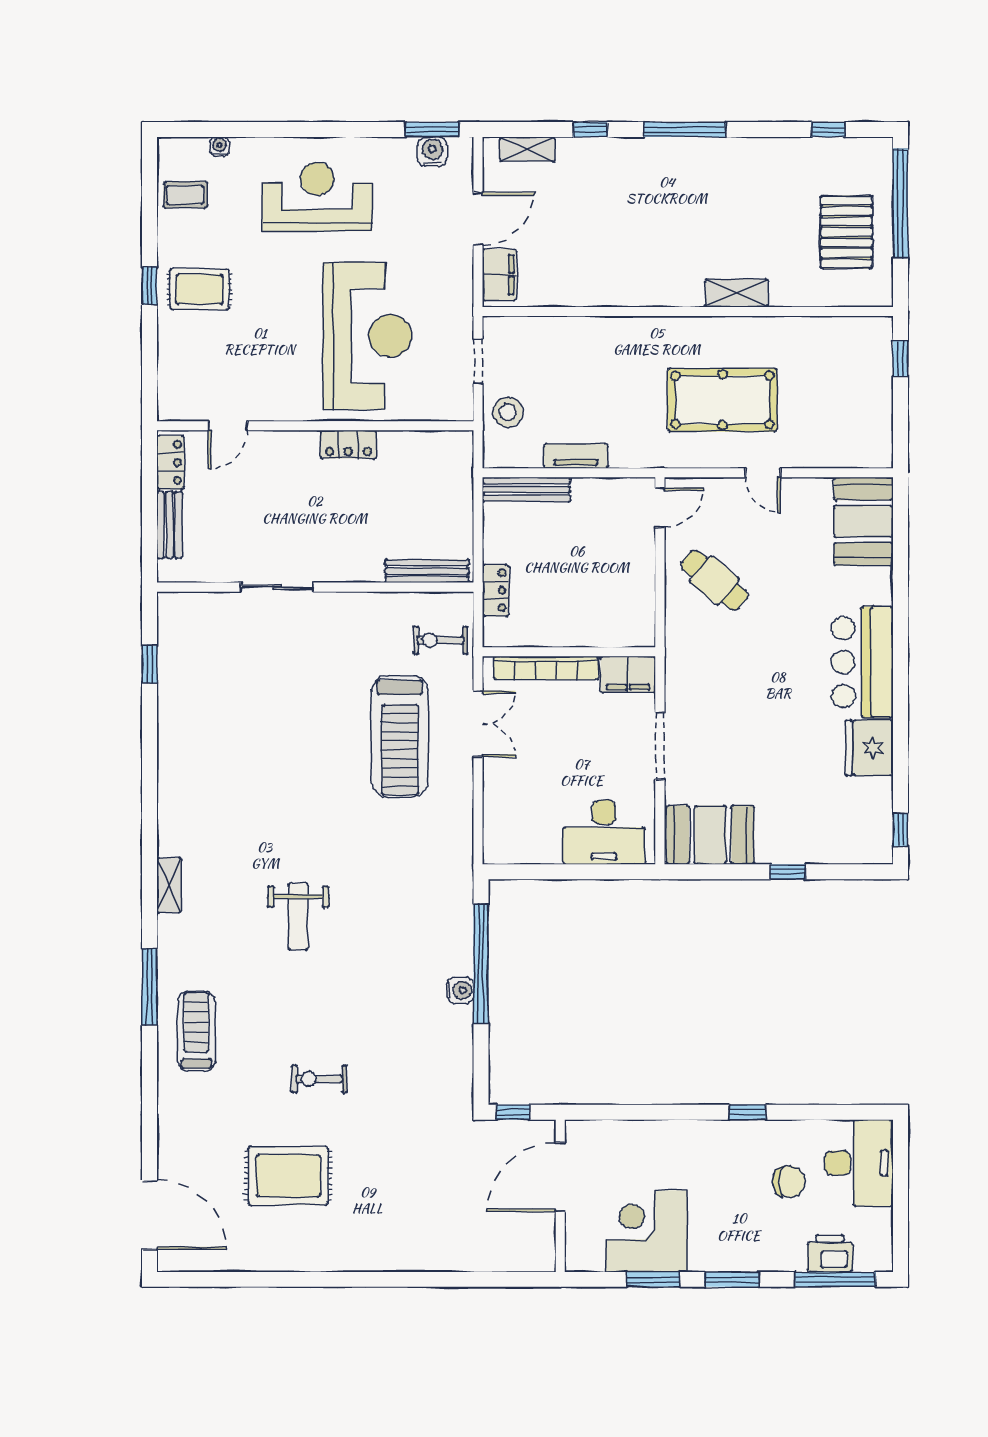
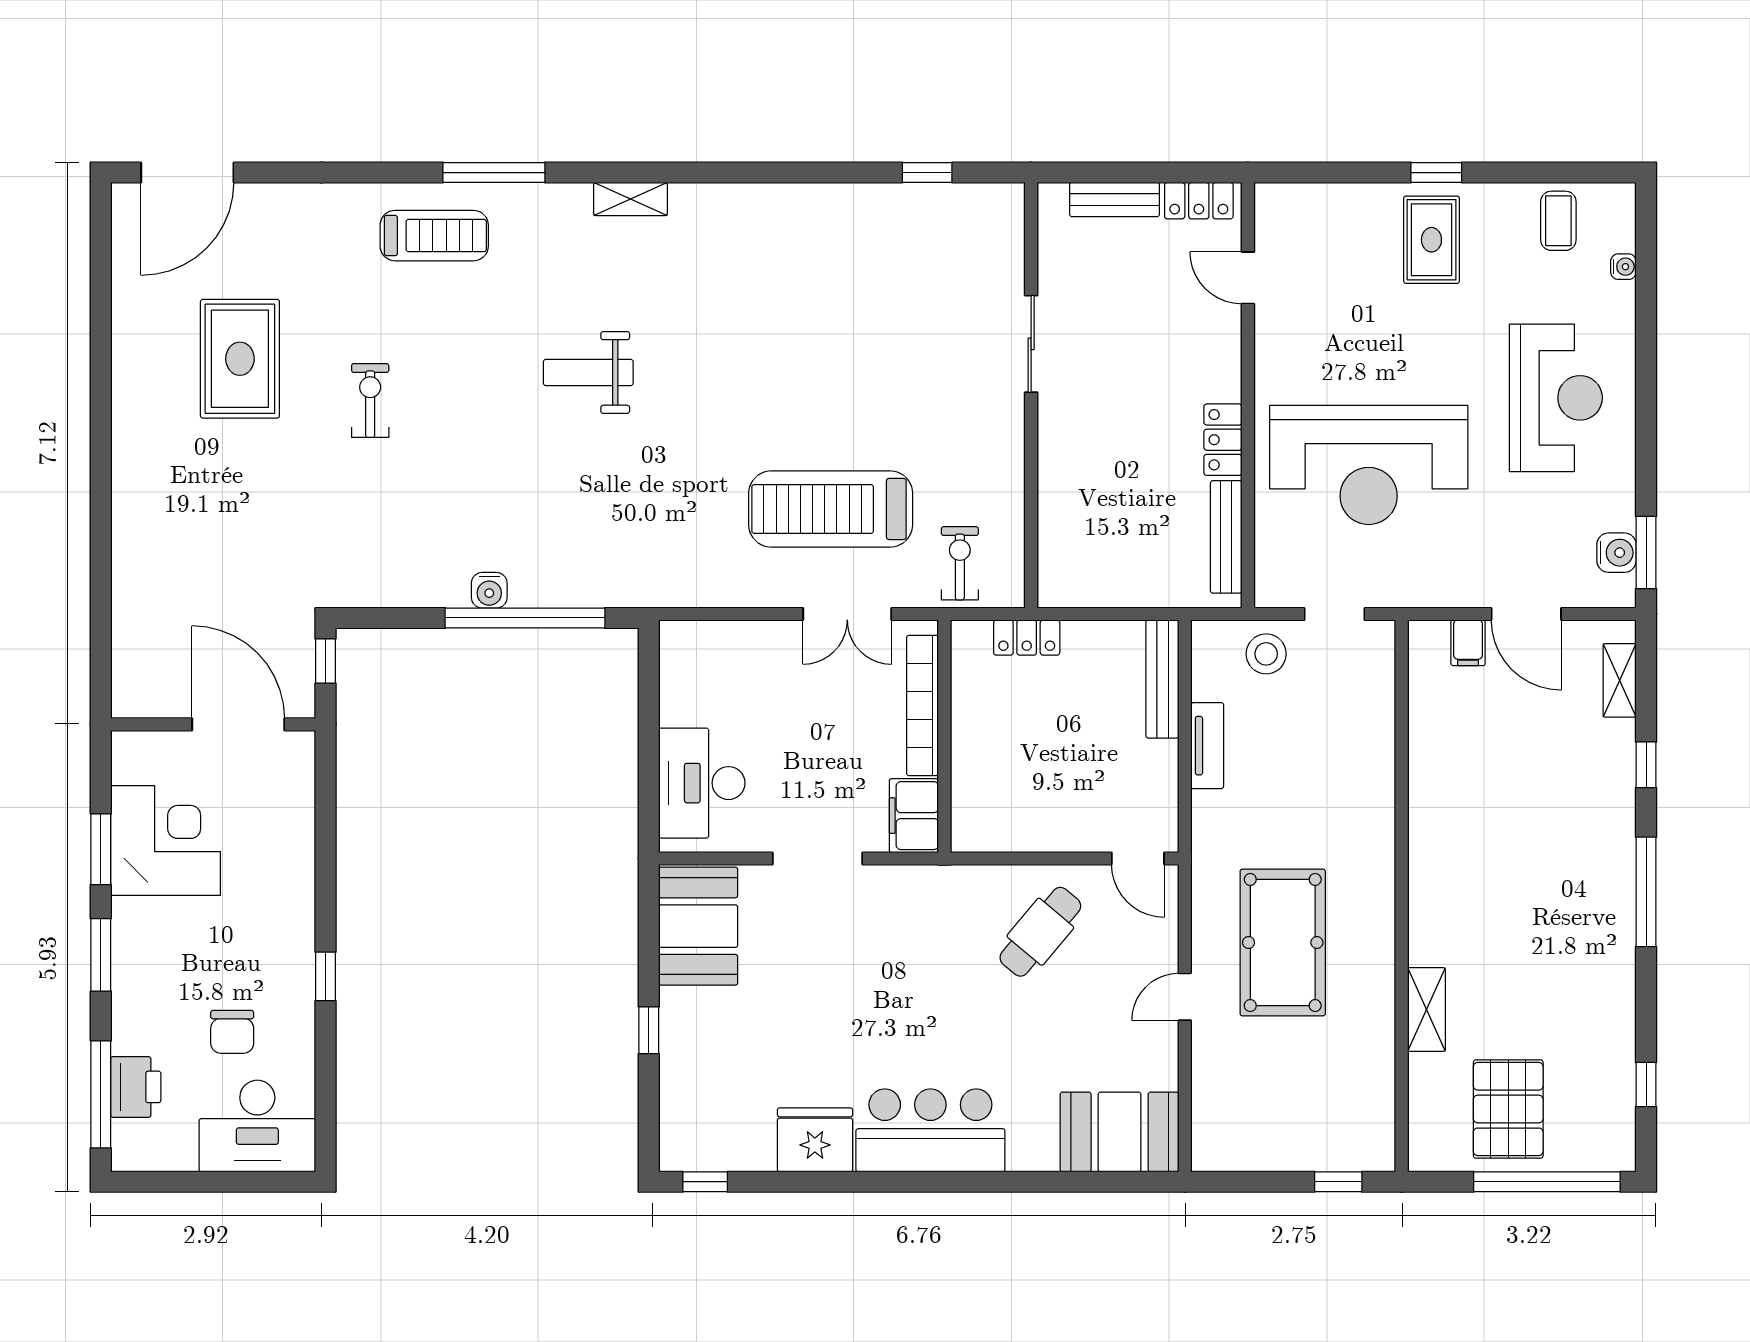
pallet: (846, 232) -> (1508, 1109), turned 90
filing cabinet: (499, 275) -> (1468, 643), width x0.50
shelving: (736, 293) -> (1426, 1010), moved
bench: (427, 571) -> (1226, 537), moved

